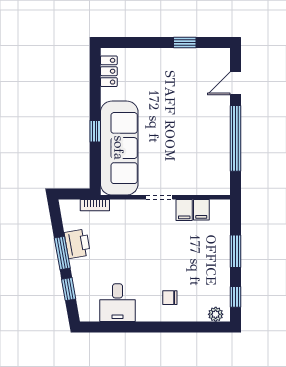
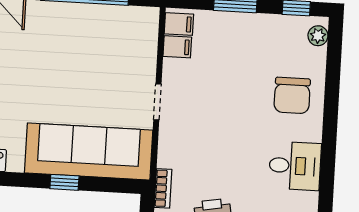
filing cabinet: (184, 210) -> (179, 24), moved
chair: (170, 298) -> (292, 95), width x1.87, depth x1.87

